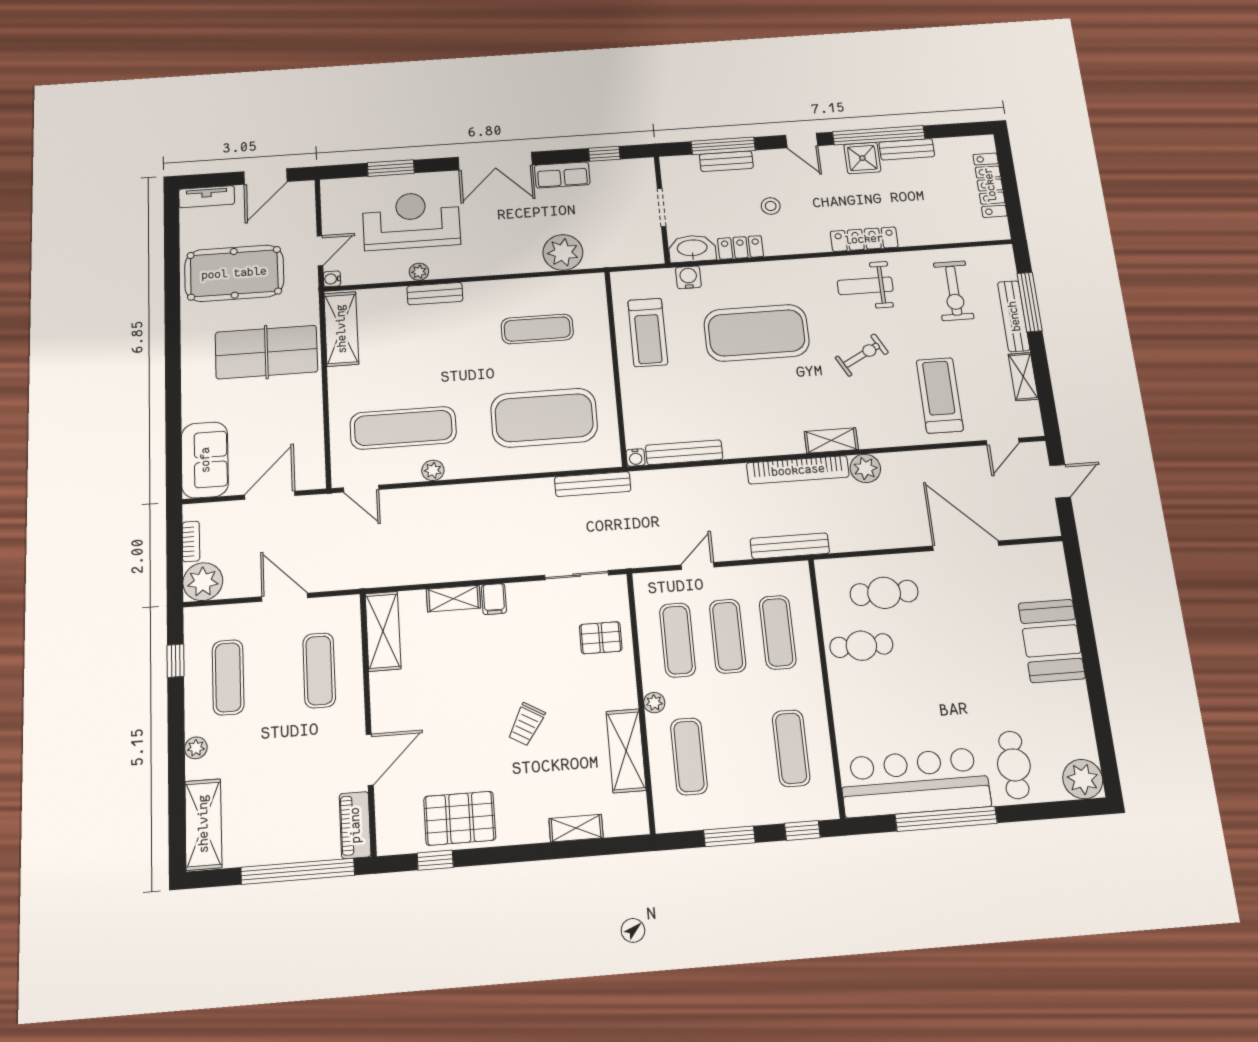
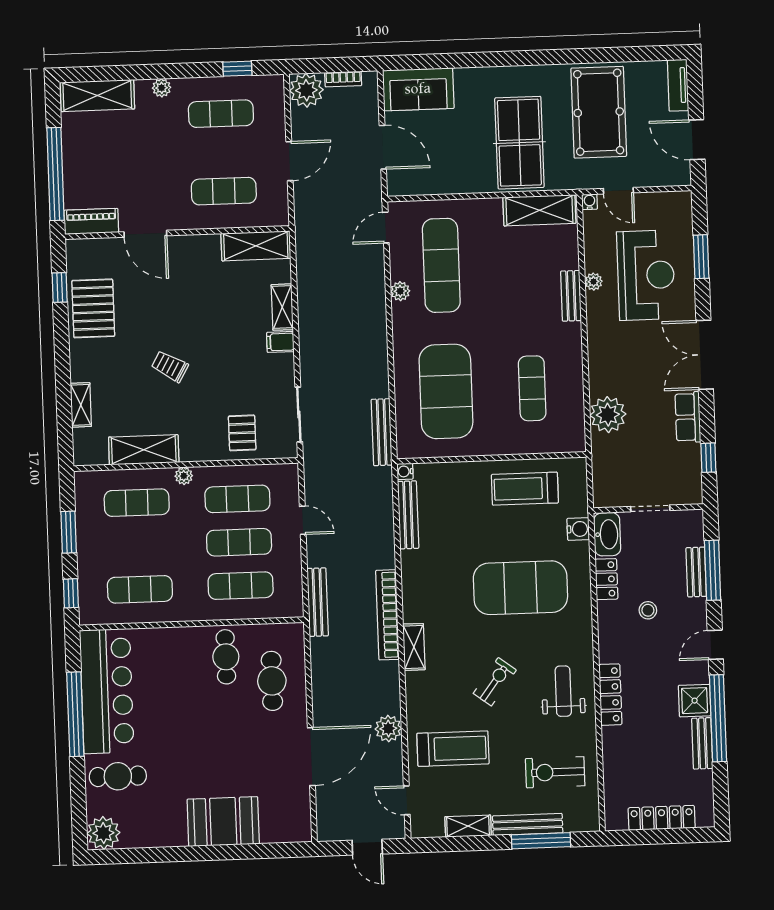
exercise mat: (757, 333) -> (520, 588), turned 90
exercise bike: (862, 355) -> (495, 682), turned -115
plant: (865, 468) -> (388, 729), moved

